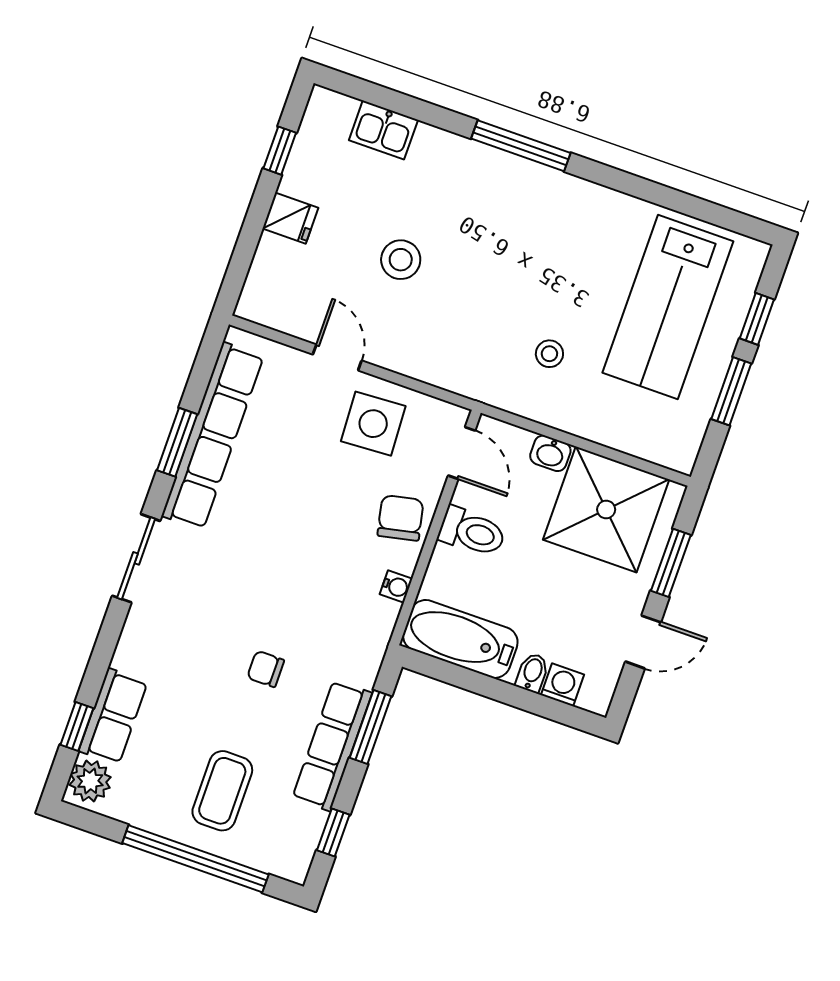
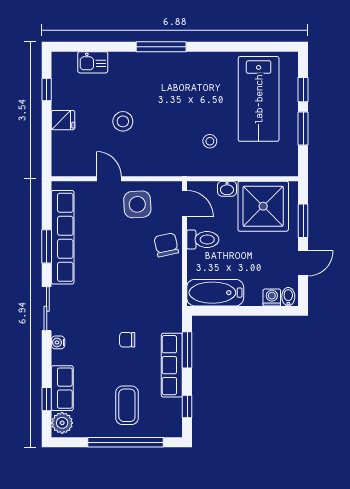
water cooler: (396, 586) -> (58, 342), moved, turned 180
bidet: (532, 673) -> (288, 297), moved

